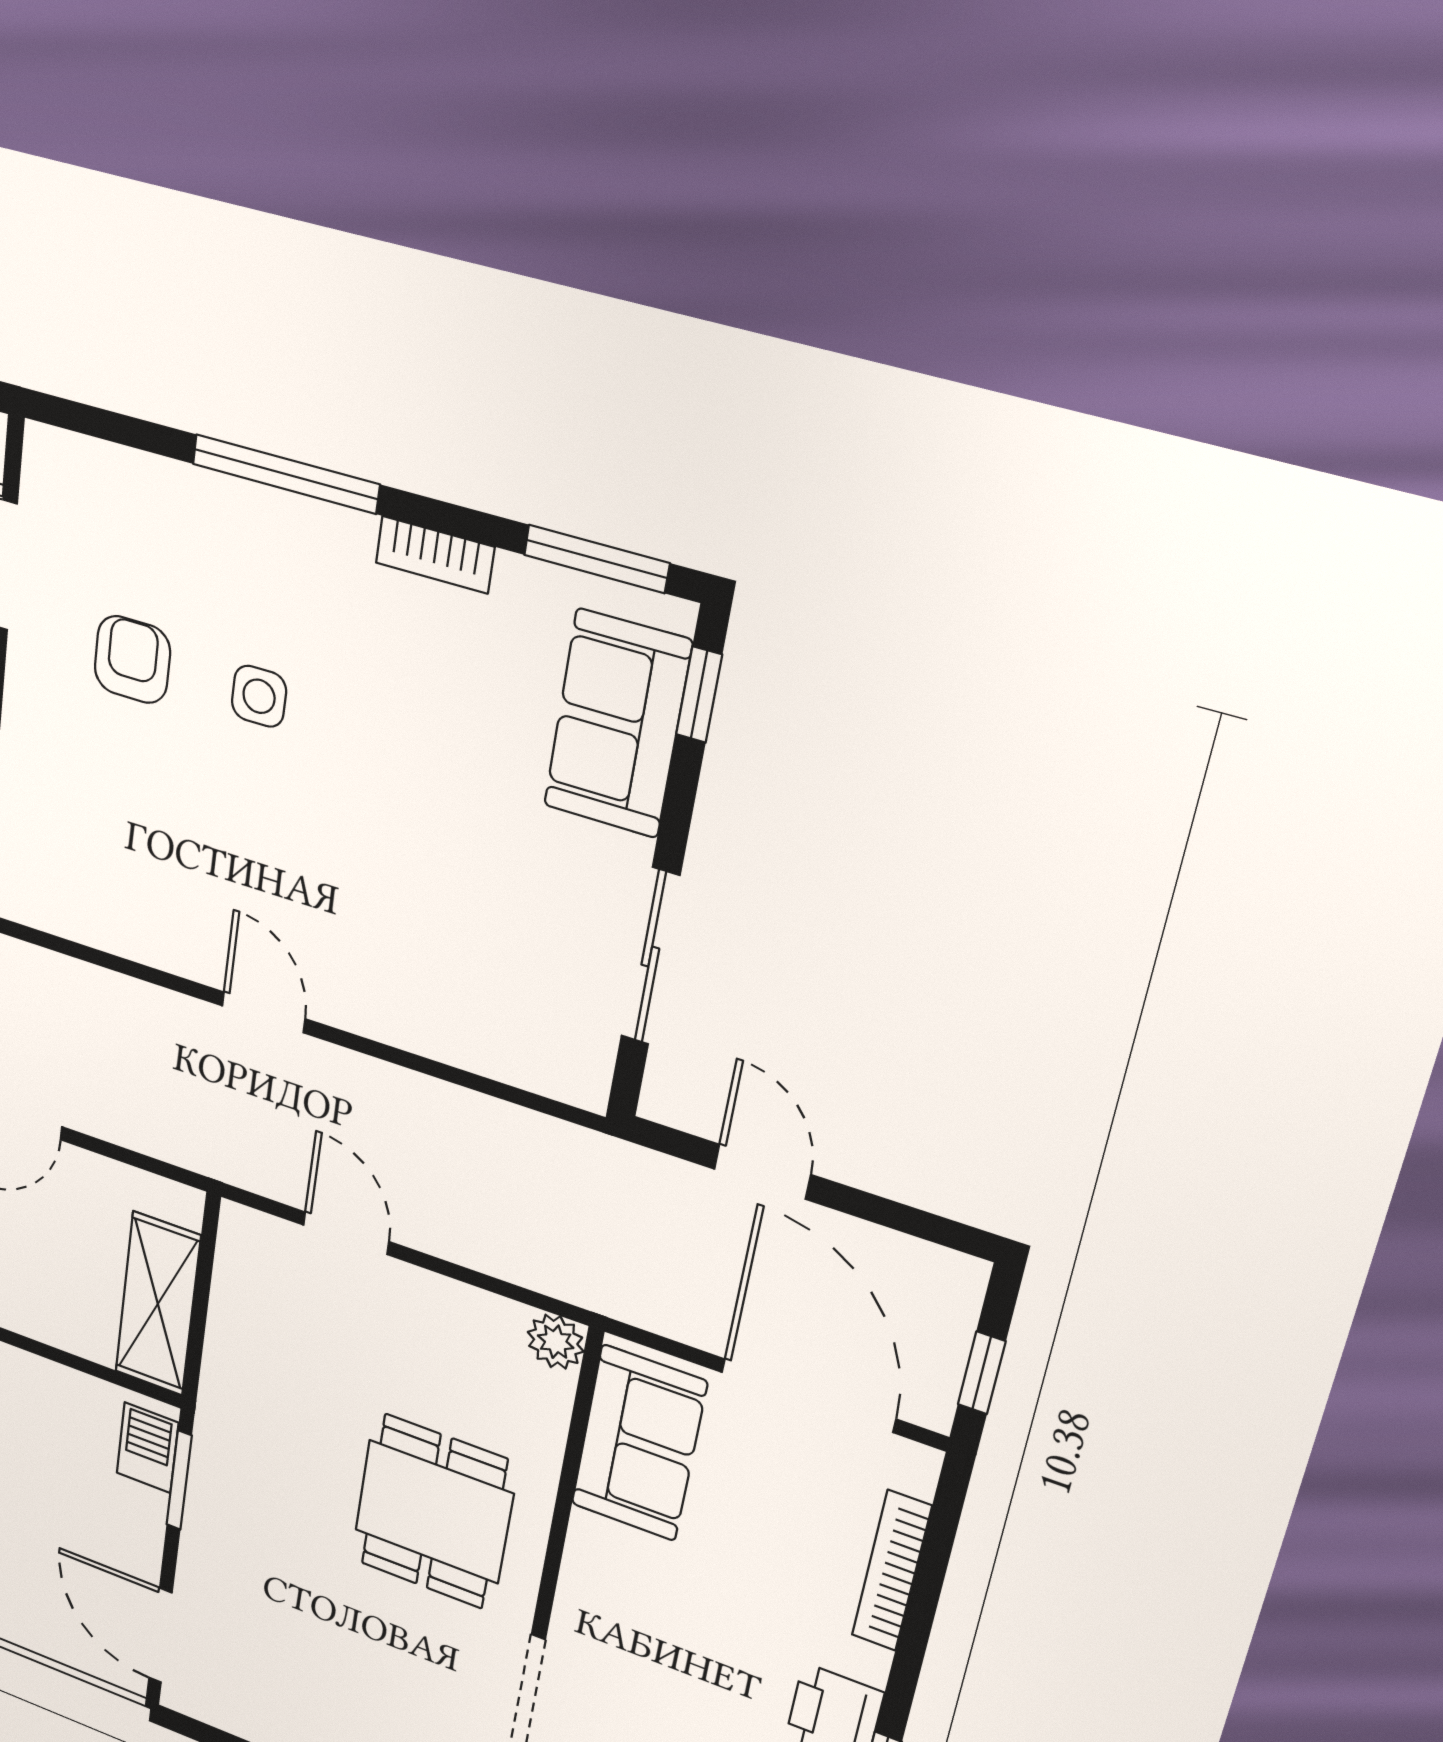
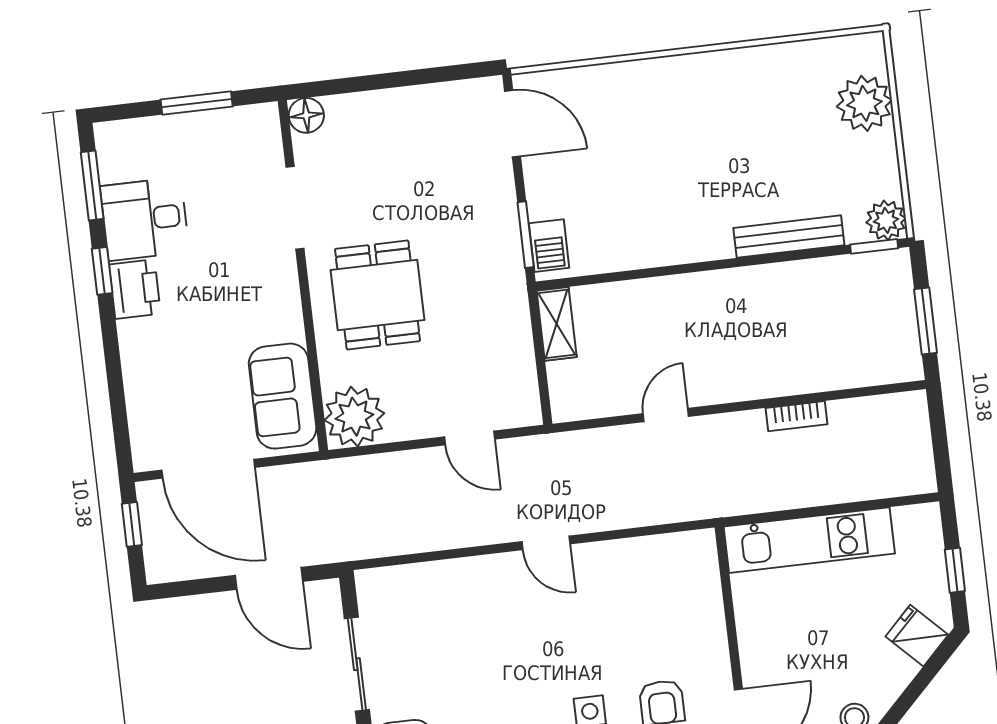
door: (762, 1172) -> (269, 578), width x1.37
shelving: (158, 1304) -> (557, 324), width x0.67, depth x0.75
plant: (556, 1342) -> (354, 417), width x1.87, depth x1.87
bookcase: (892, 1571) -> (136, 392), removed

